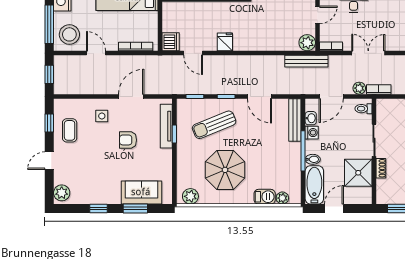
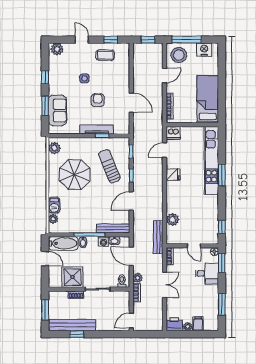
plant: (307, 43) -> (172, 219), moved
side table: (102, 116) -> (84, 78), moved
tv unit: (166, 126) -> (97, 130), moved

